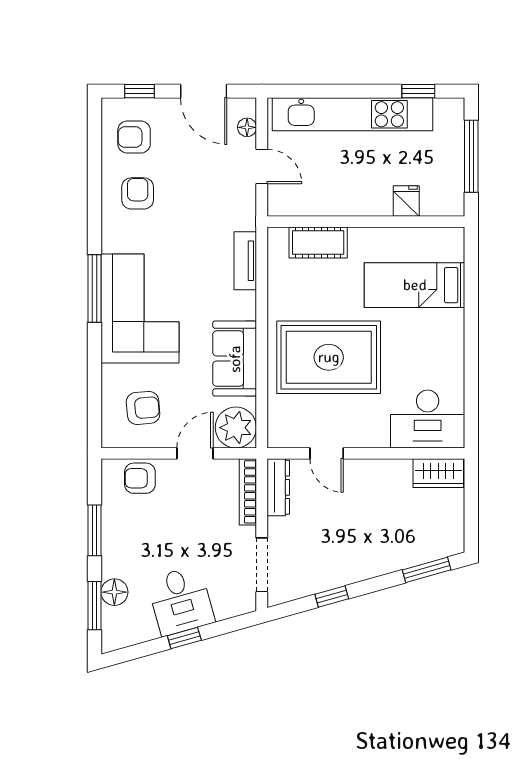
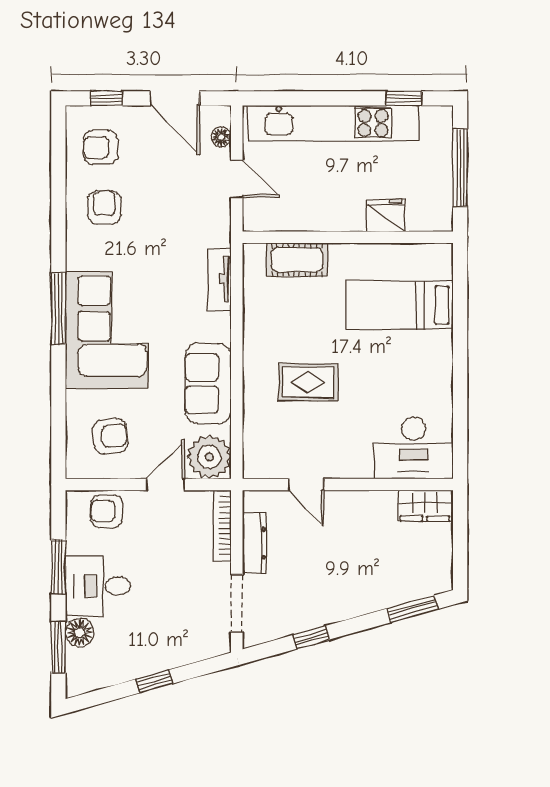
fridge: (406, 201) -> (386, 215), width x1.38
rug: (329, 357) -> (308, 382), width x0.54, depth x0.49
dresser: (278, 487) -> (254, 543), moved
desk: (181, 601) -> (98, 586), moved, turned 106

